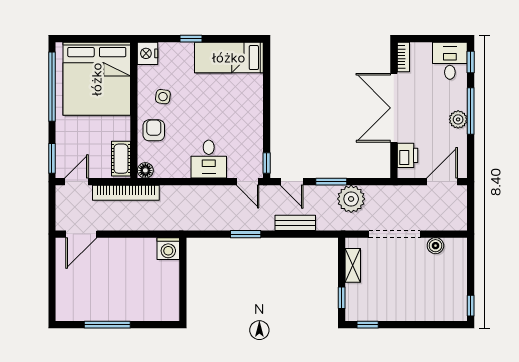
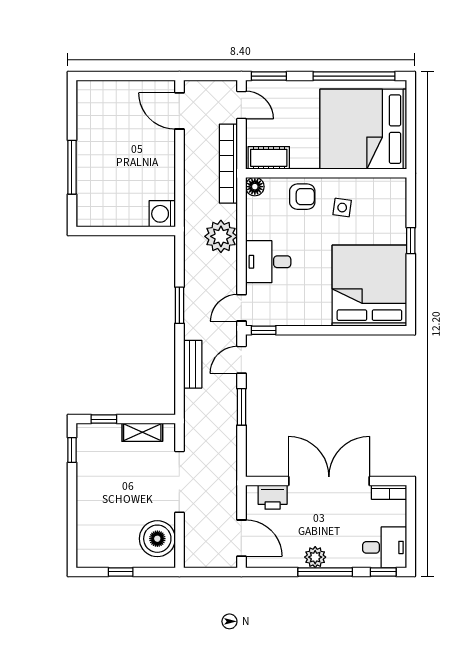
nightstand: (148, 53) -> (393, 189), removed
bed: (229, 58) -> (369, 286), width x2.04
plant: (351, 199) -> (221, 236), moved
boiler: (435, 246) -> (157, 539), width x1.86, depth x1.86
window: (471, 306) -> (121, 572), moved
window: (107, 325) -> (72, 167), moved

